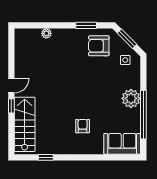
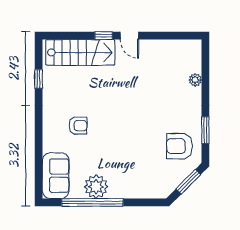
armchair: (99, 46) -> (180, 146), turned -90
side table: (125, 60) -> (161, 180), removed
plant: (131, 98) -> (96, 187), moved

